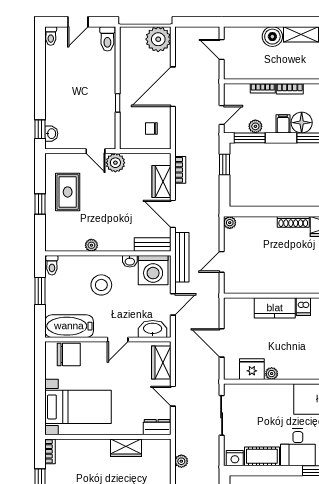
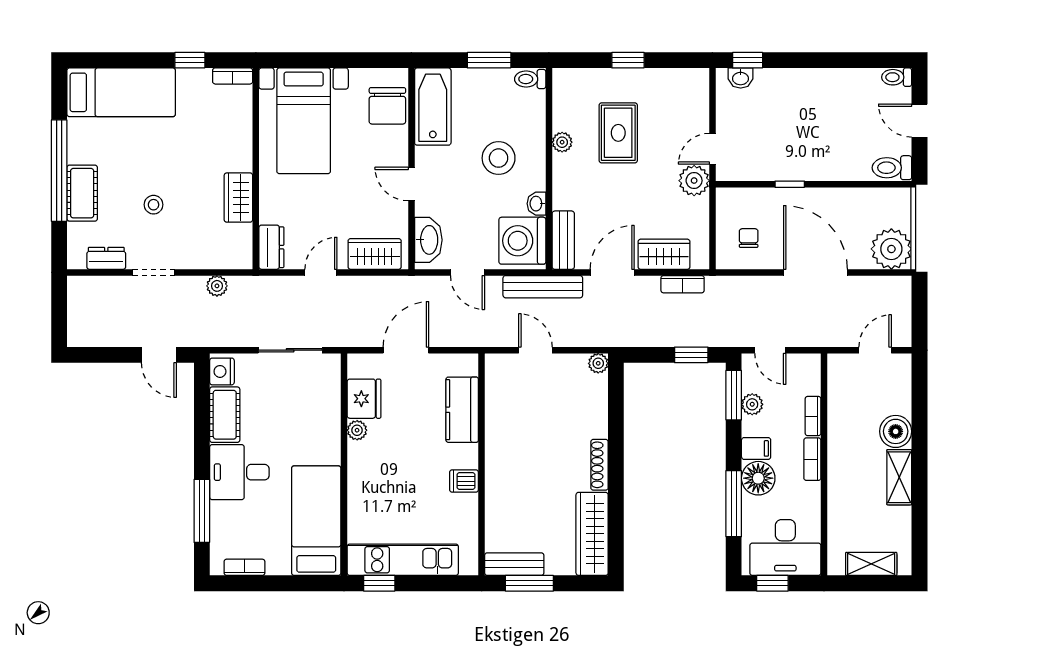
rug: (68, 192) -> (618, 133), moved, turned 90
kitchen counter: (275, 308) -> (462, 410), moved

